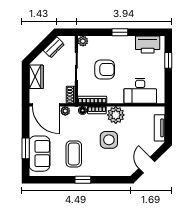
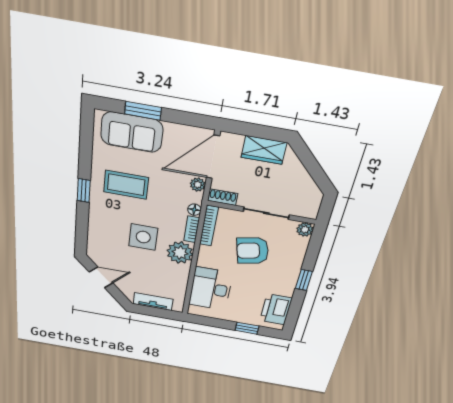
dresser: (54, 47) -> (307, 186), removed
armchair: (105, 69) -> (252, 251), turned 77

